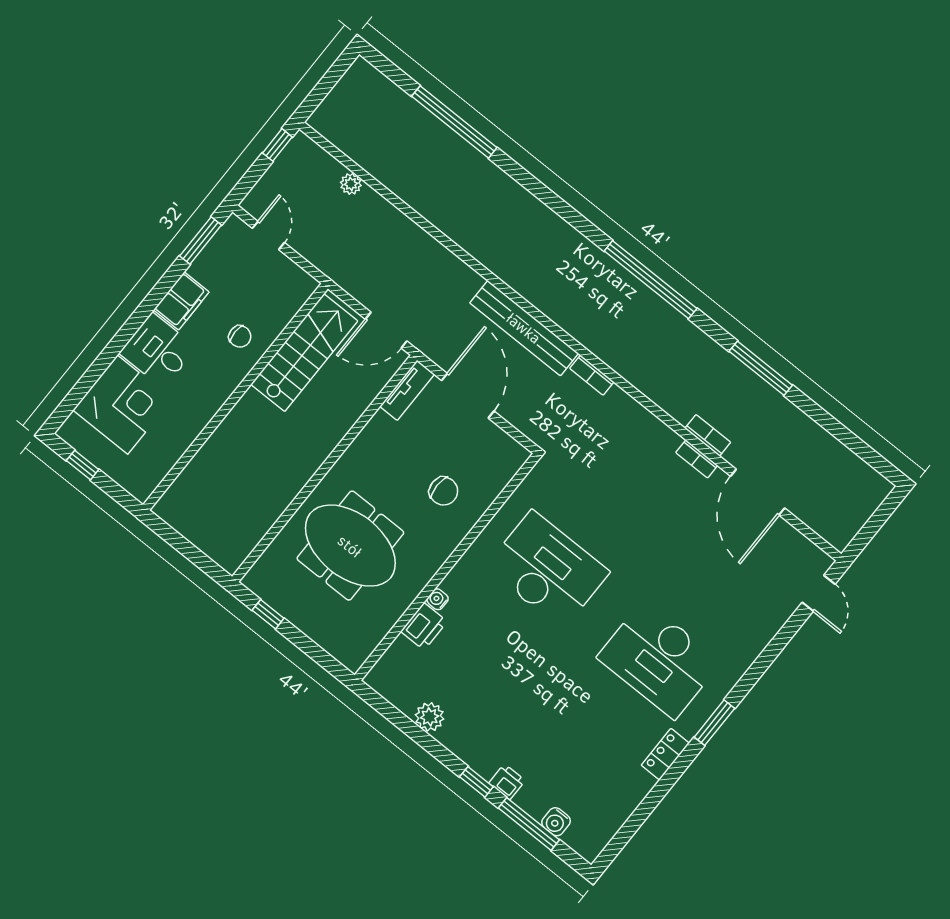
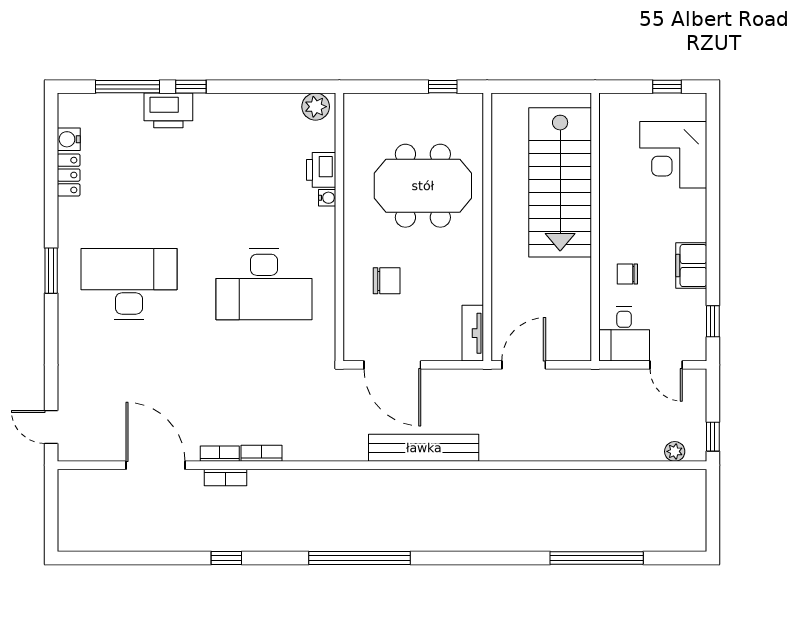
plant: (351, 184) -> (675, 451), moved
window: (201, 240) -> (713, 321), width x0.67
desk: (158, 350) -> (624, 334), moved, turned 90
stairs: (304, 353) -> (560, 182), moved, width x1.36, depth x1.51
window: (761, 368) -> (226, 558), width x0.46
bookcase: (592, 375) -> (261, 453), moved
door: (468, 396) -> (392, 365), moved
chair: (444, 491) -> (387, 281), turned 180
plant: (430, 717) -> (316, 107), moved
locker: (665, 754) -> (69, 175), moved
printer: (507, 782) -> (168, 110), width x1.87, depth x1.48
water cooler: (556, 822) -> (69, 139), moved, turned -90

